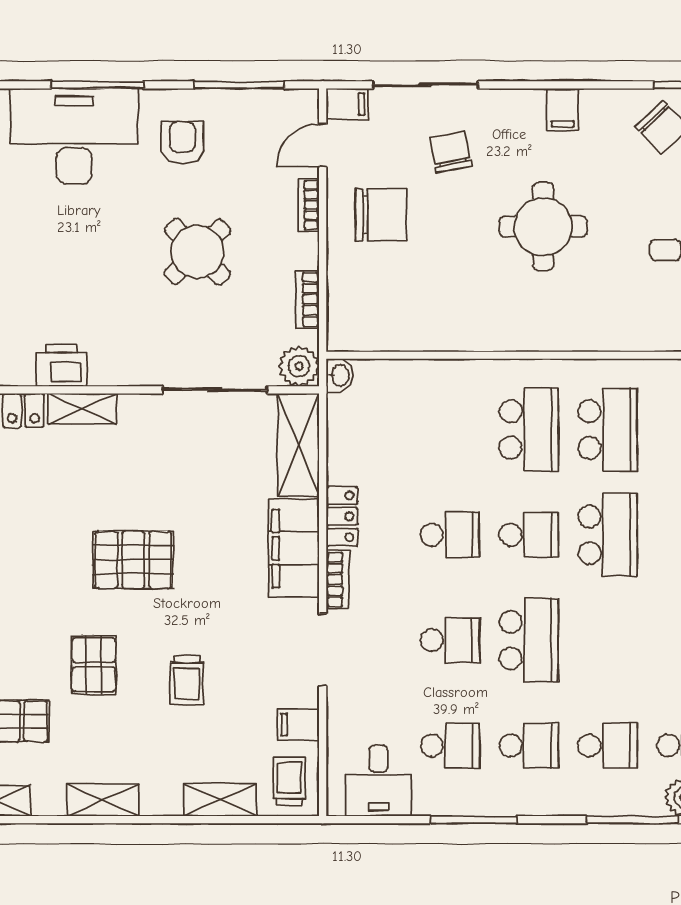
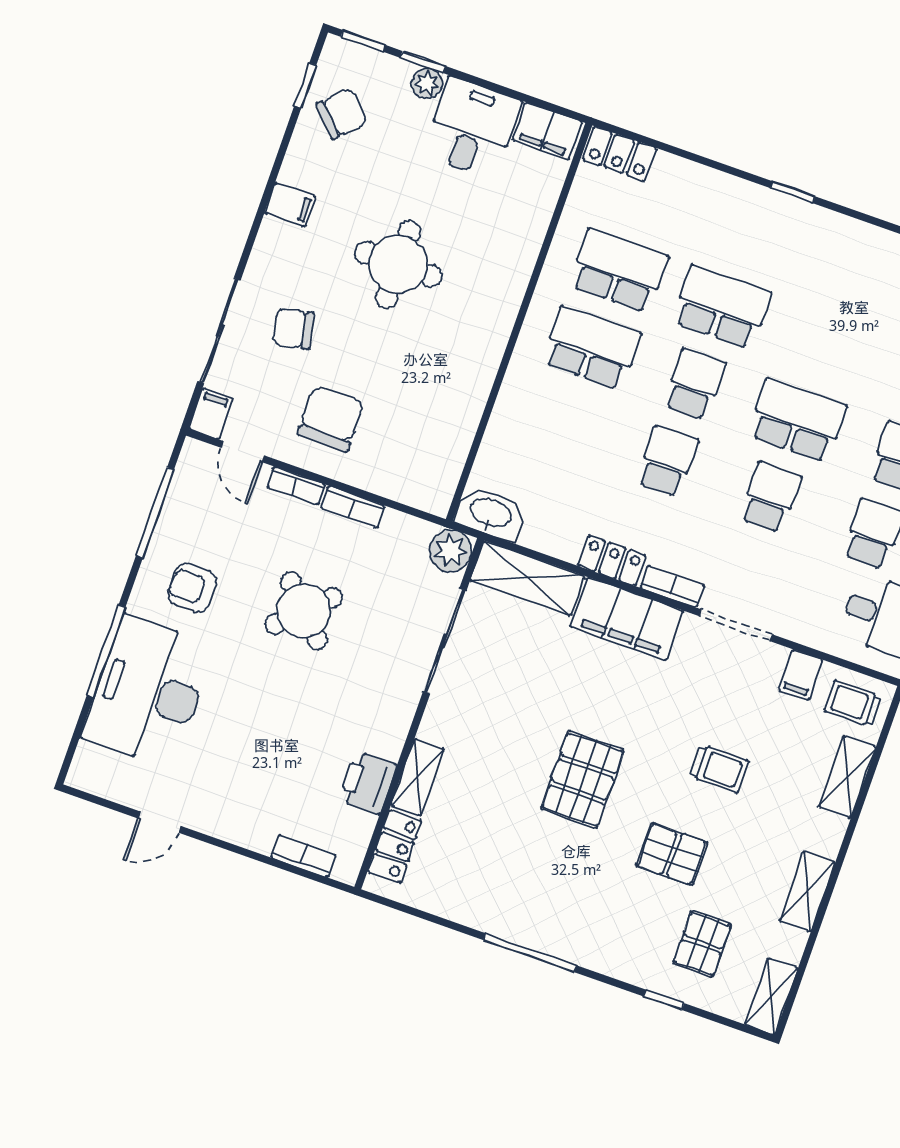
bookcase: (308, 299) -> (352, 507), moved
washbasin: (340, 375) -> (490, 514), width x1.91, depth x1.45

